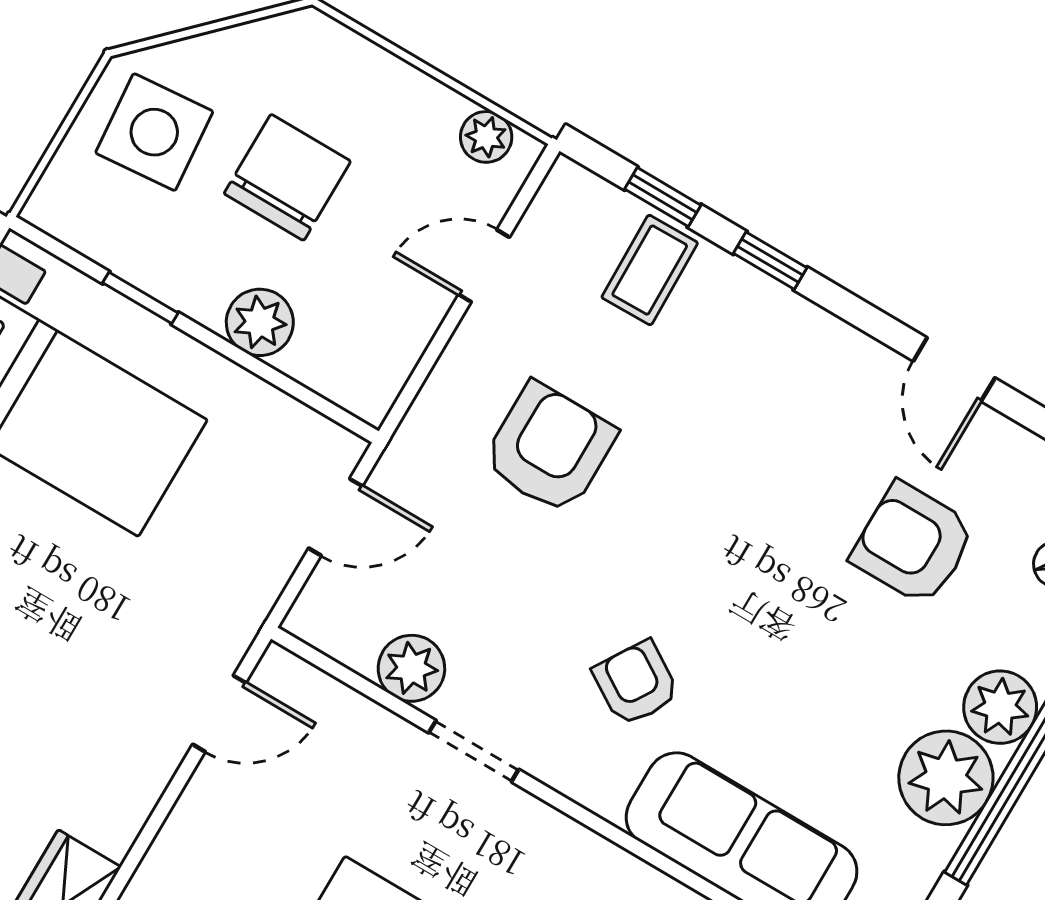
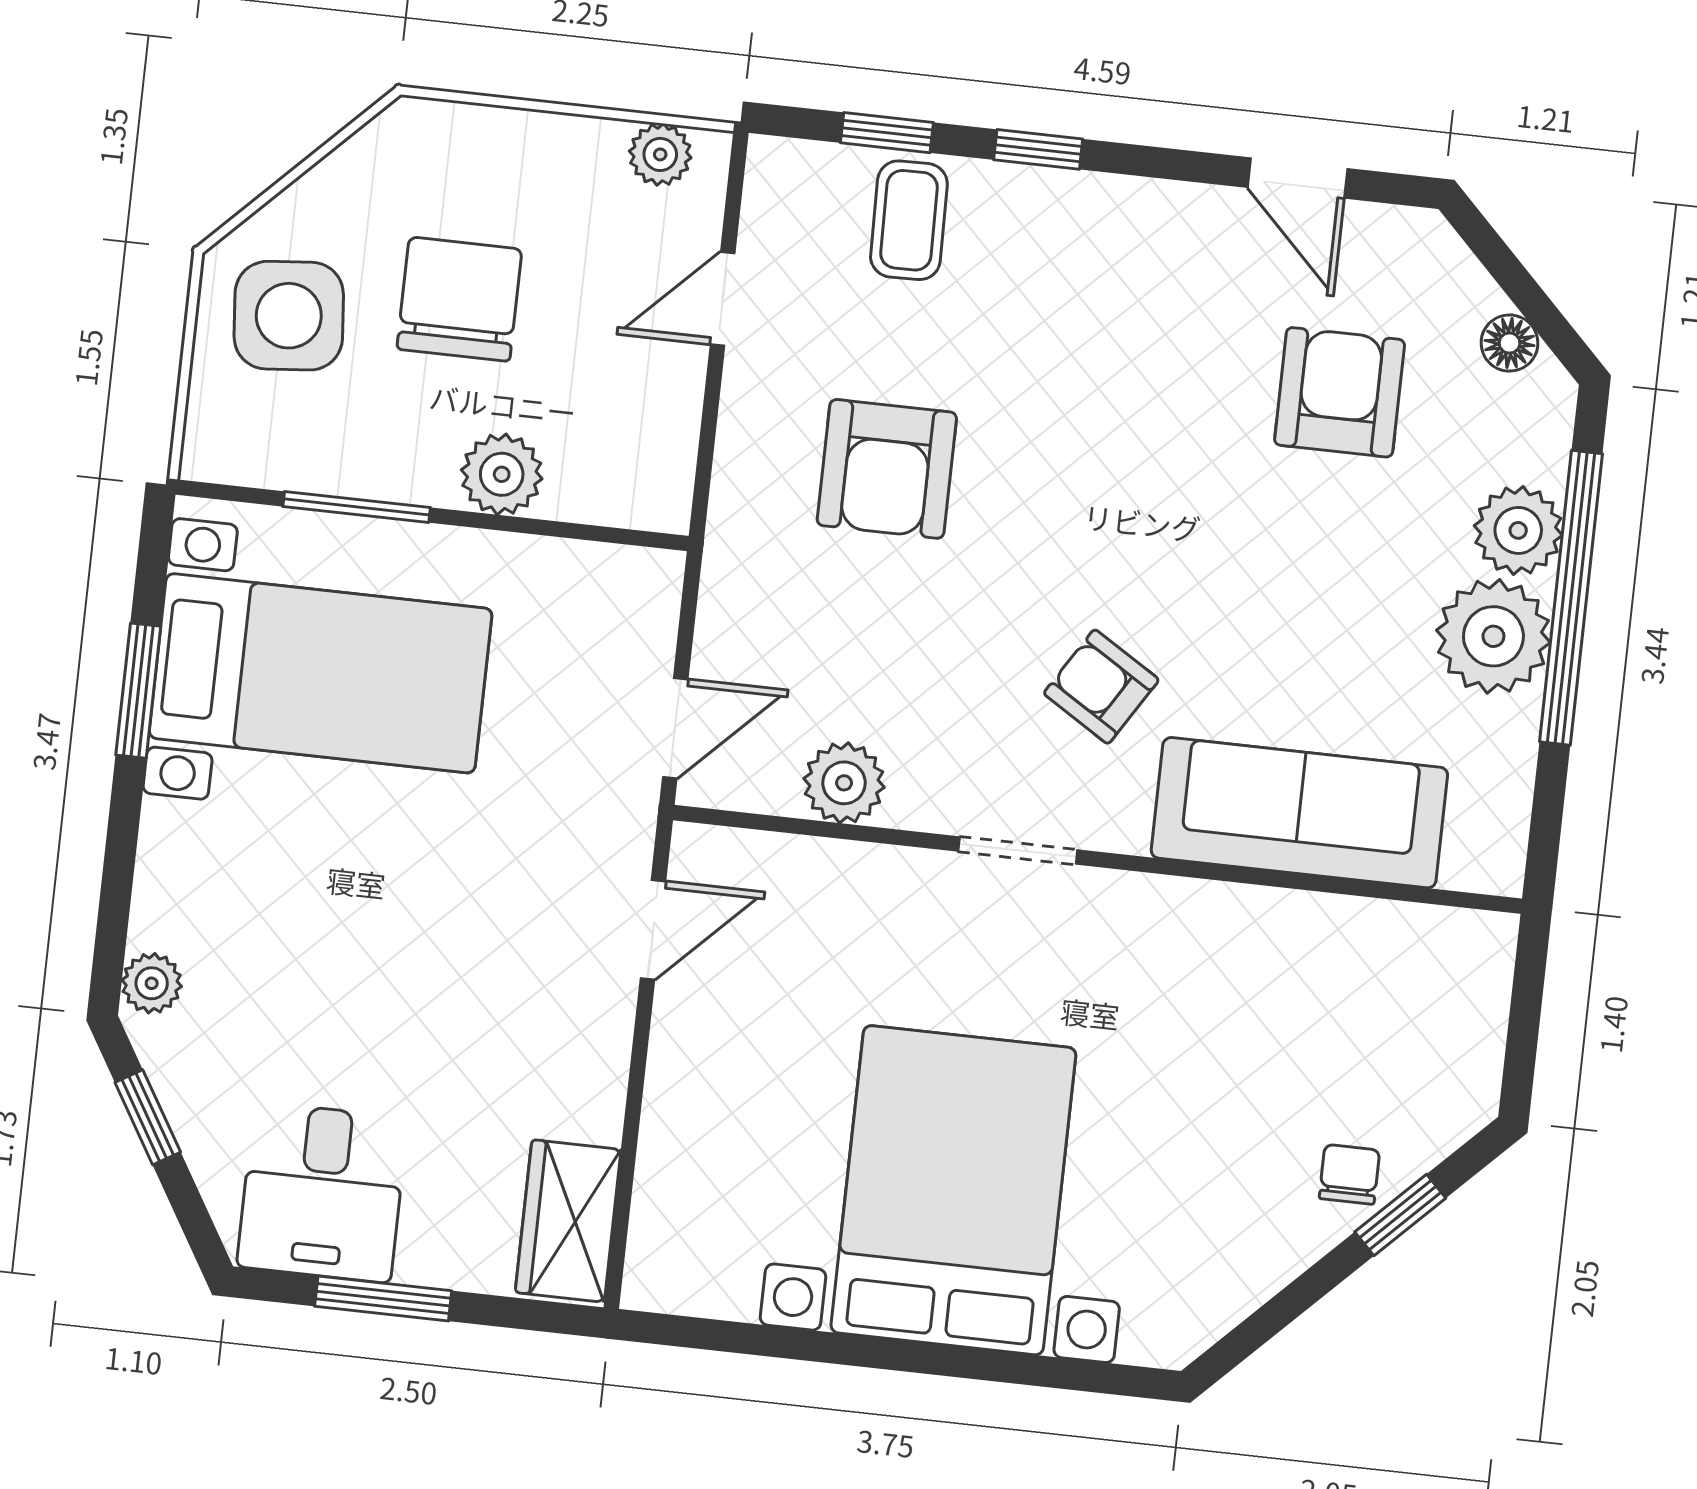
window: (140, 298) -> (357, 507), width x1.50
armchair: (549, 448) -> (887, 469), turned 180
door: (335, 517) -> (675, 728), moved
armchair: (913, 544) -> (1340, 392), turned 90
doorway: (474, 751) -> (1018, 851), moved

